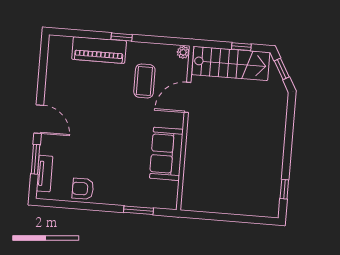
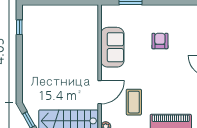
armchair: (83, 189) -> (160, 41), moved, turned -90

